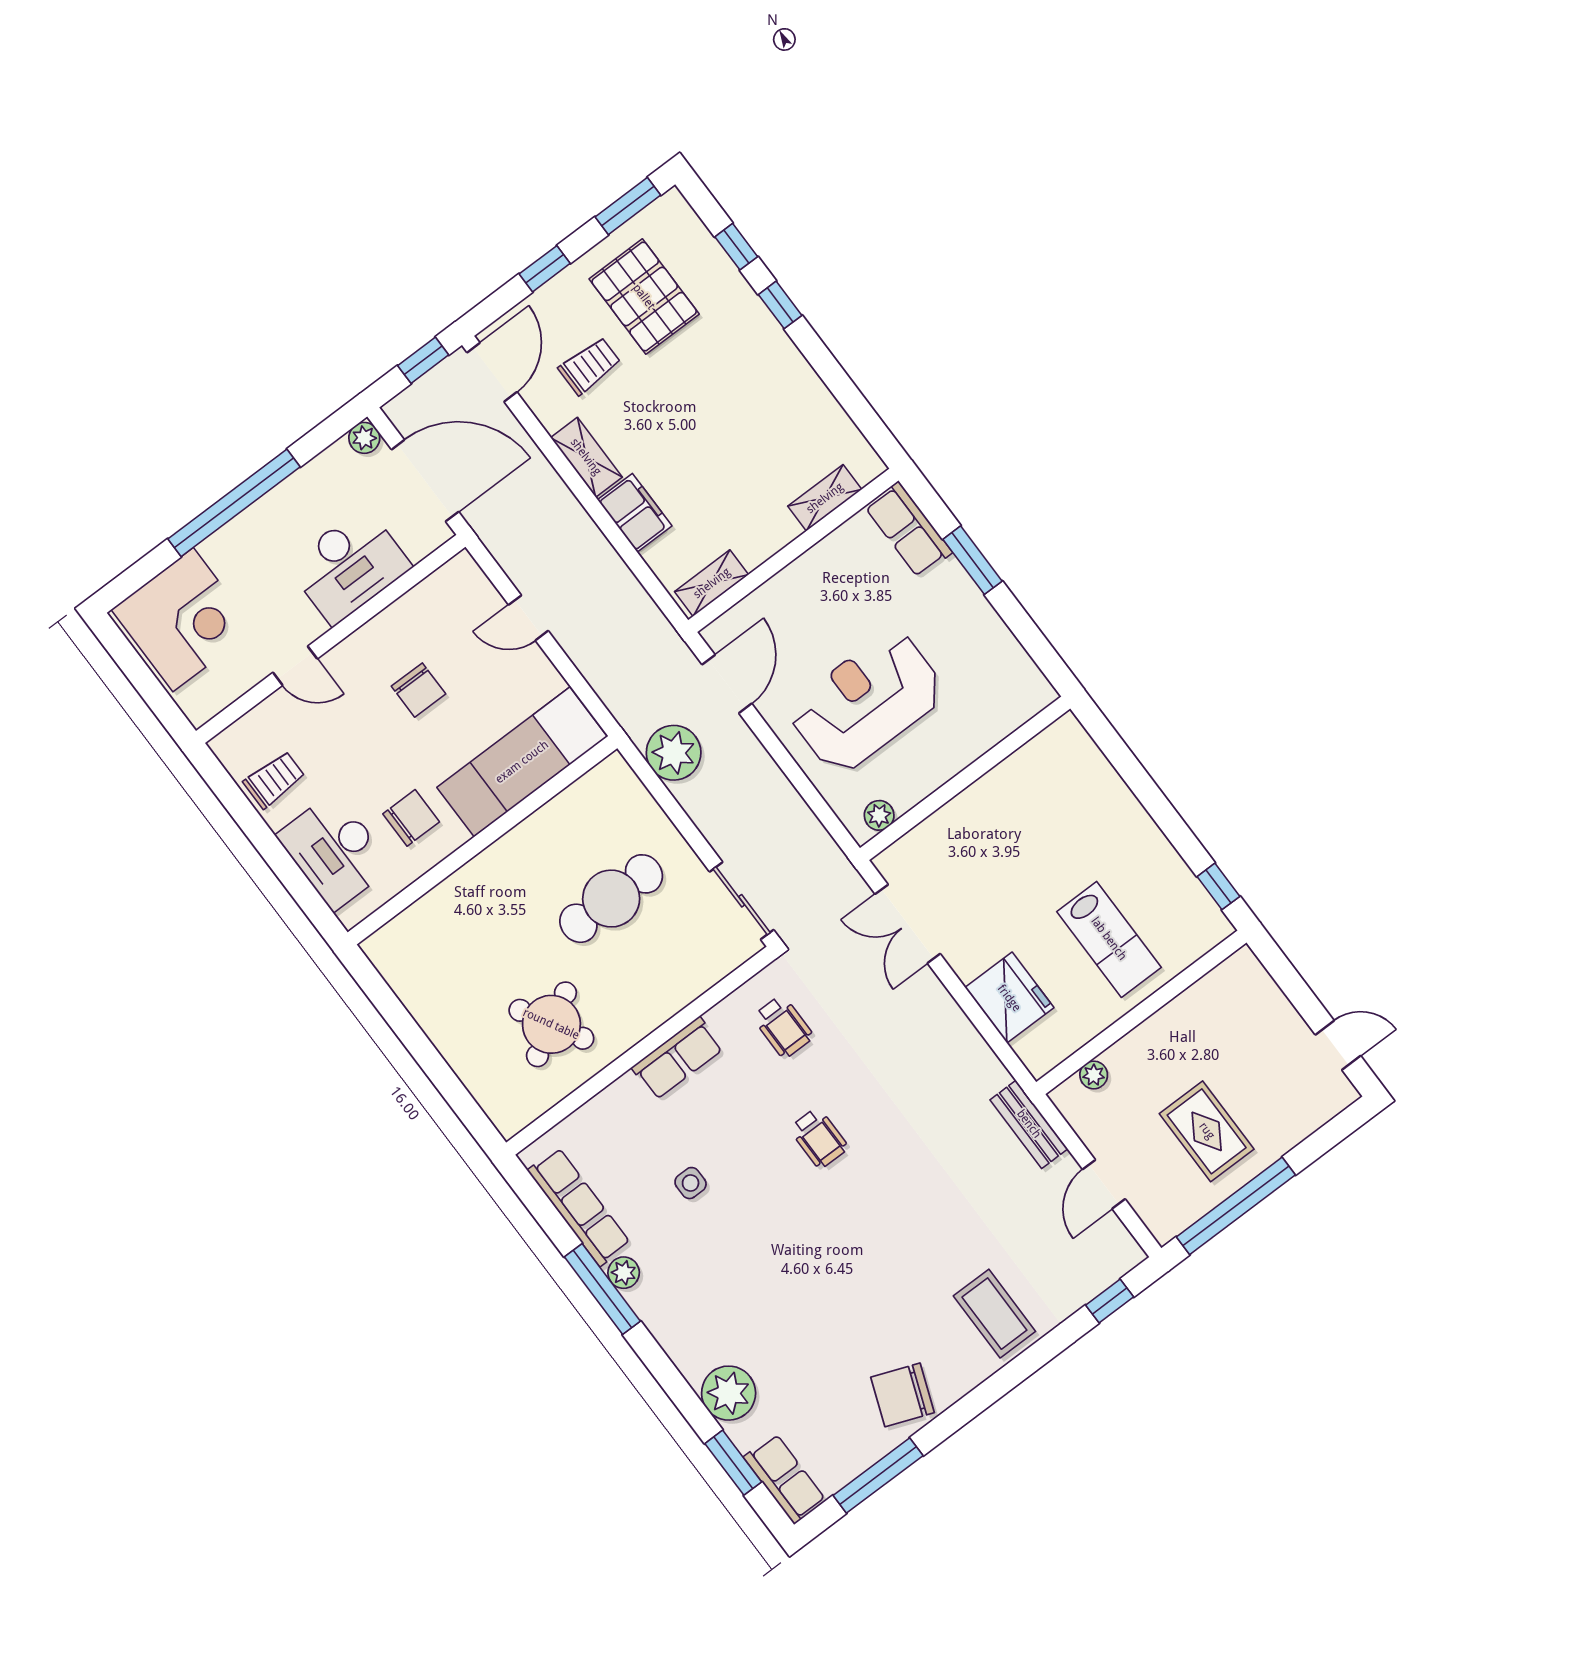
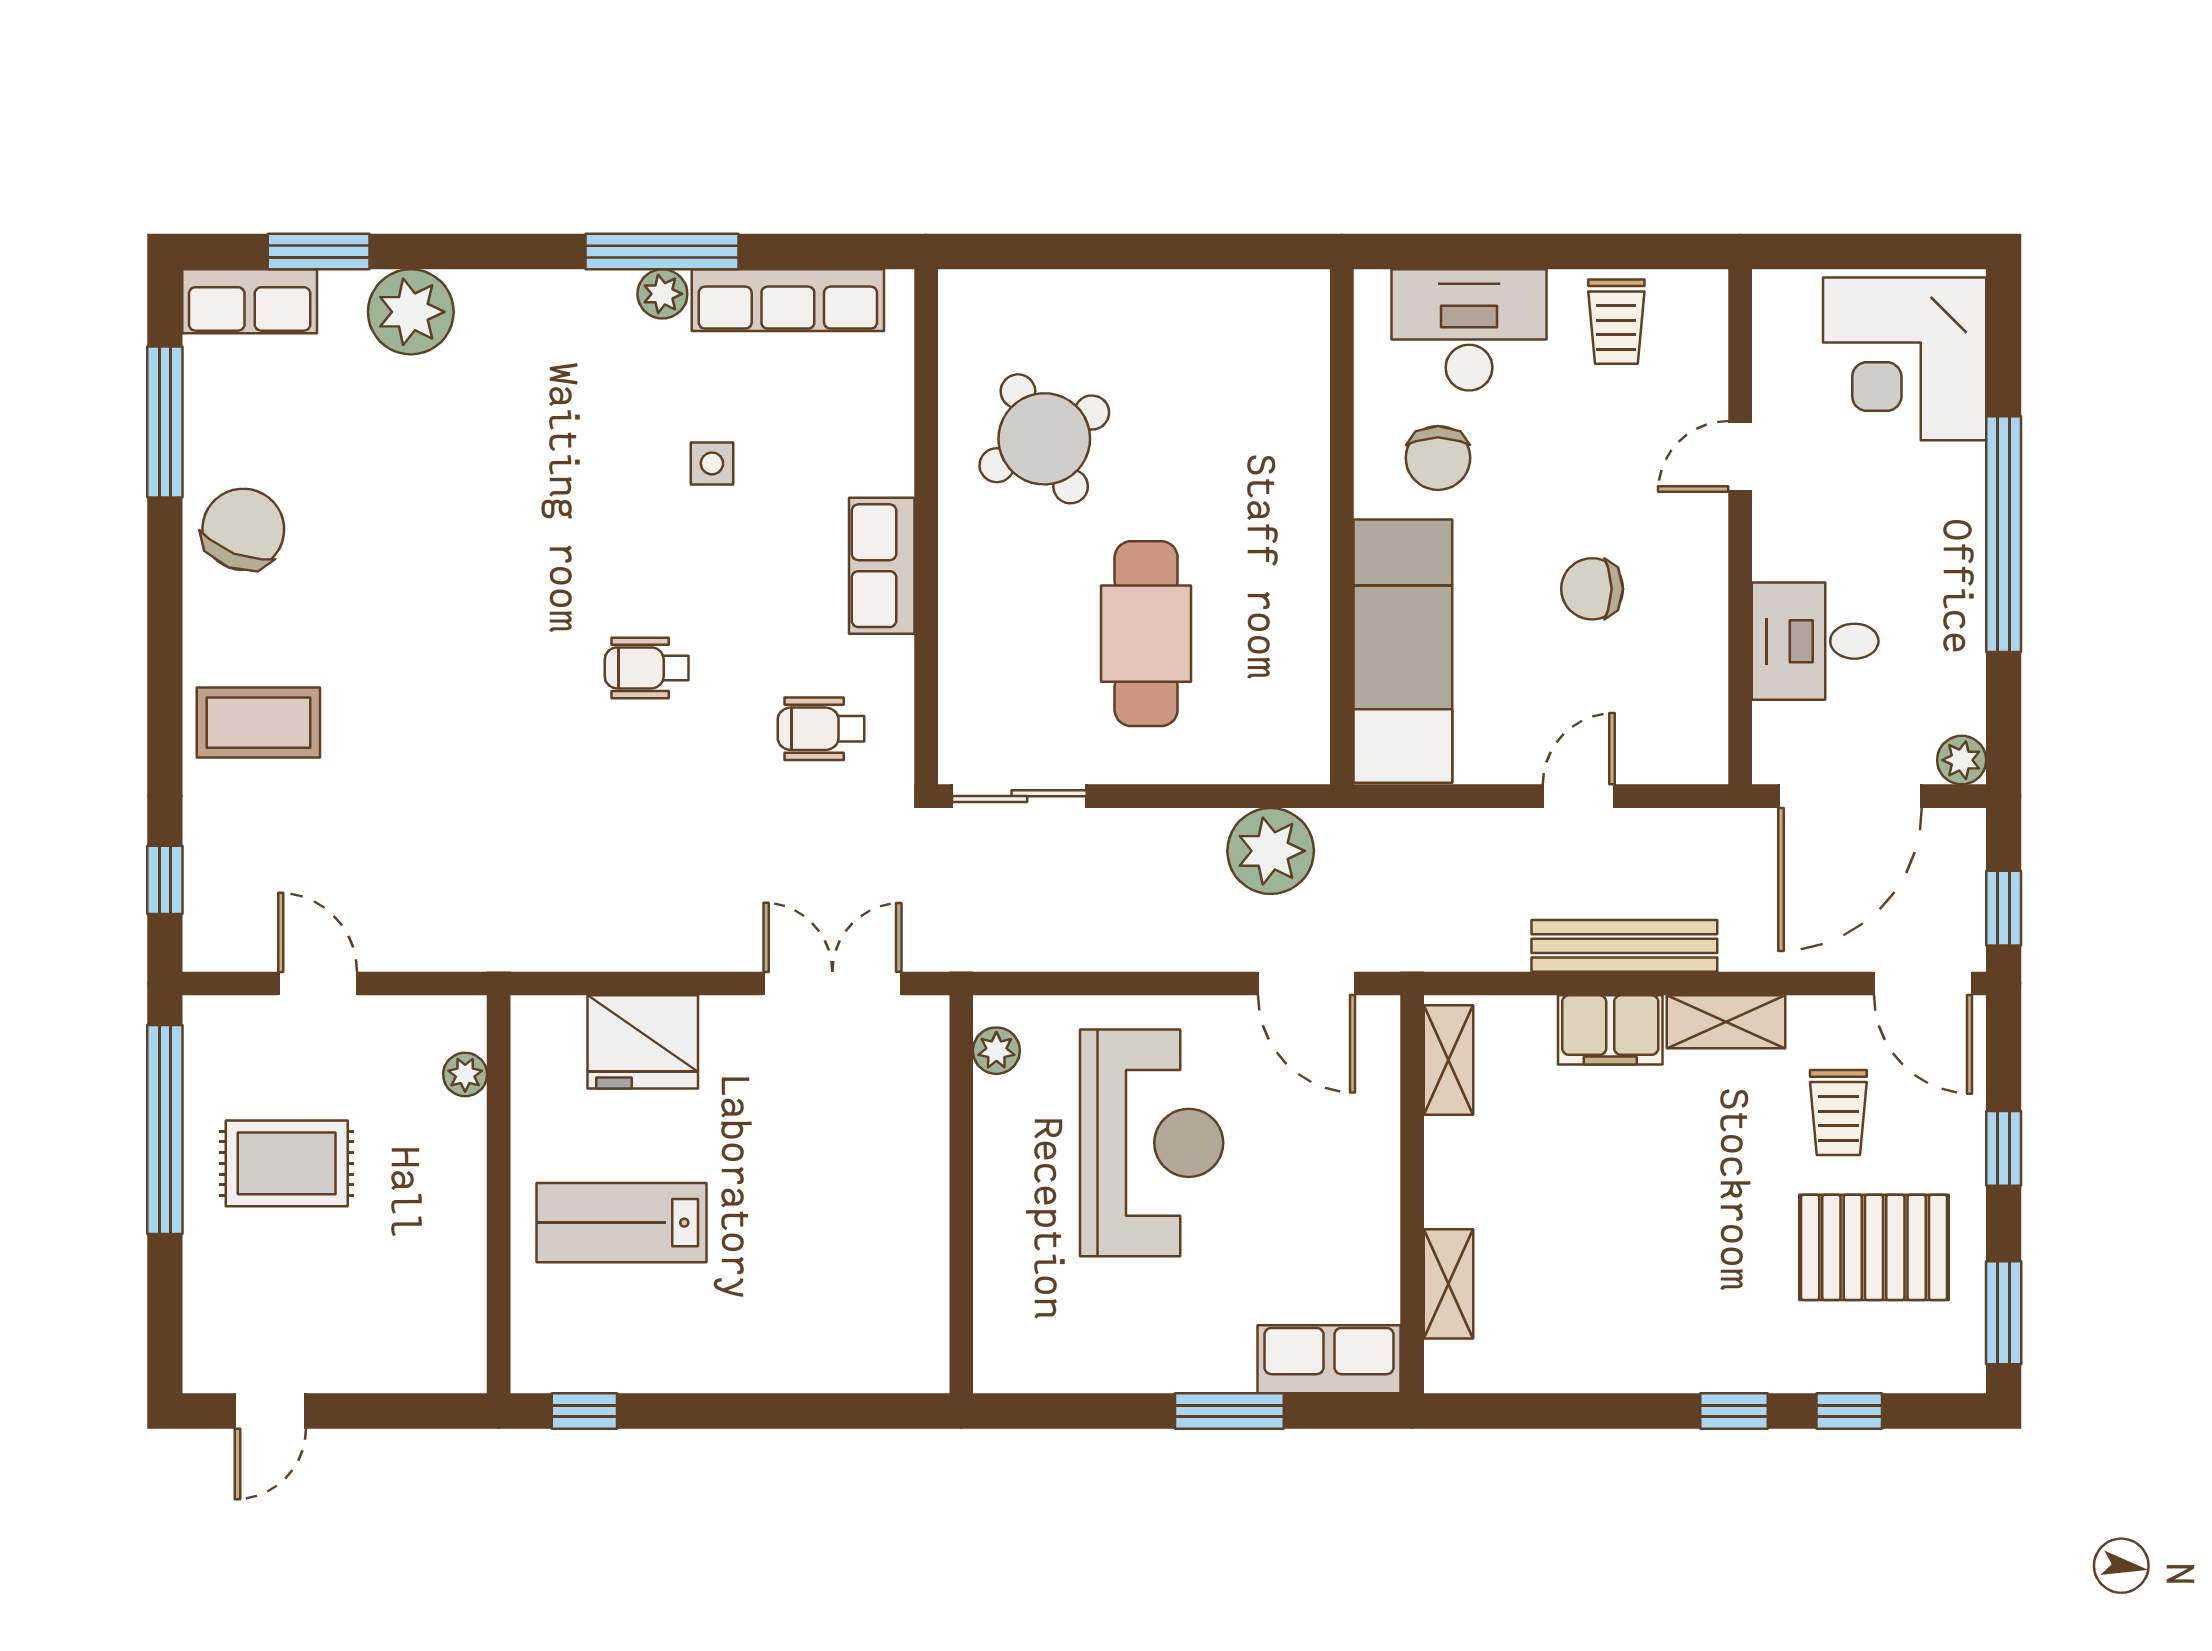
desk: (349, 566) -> (1815, 641), width x0.73
bench: (1029, 1124) -> (1624, 946), moved, width x1.36

